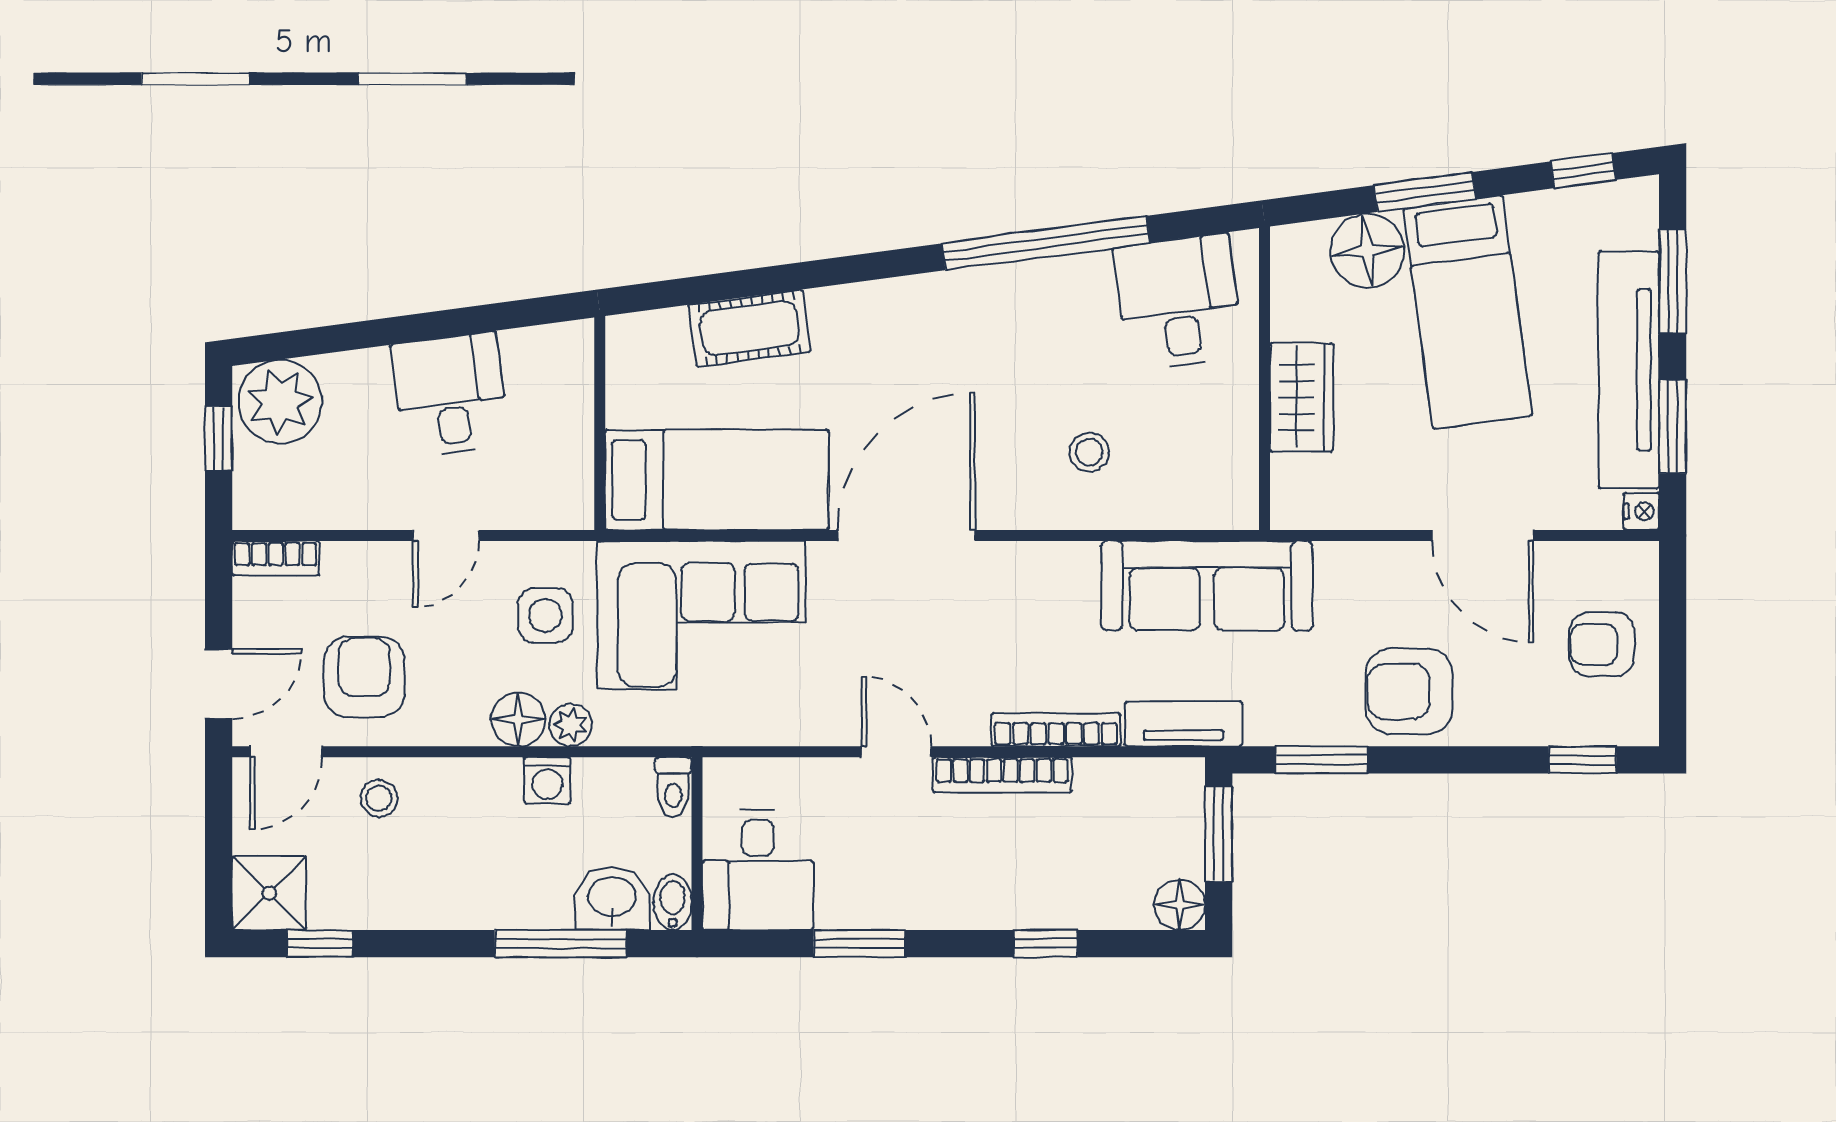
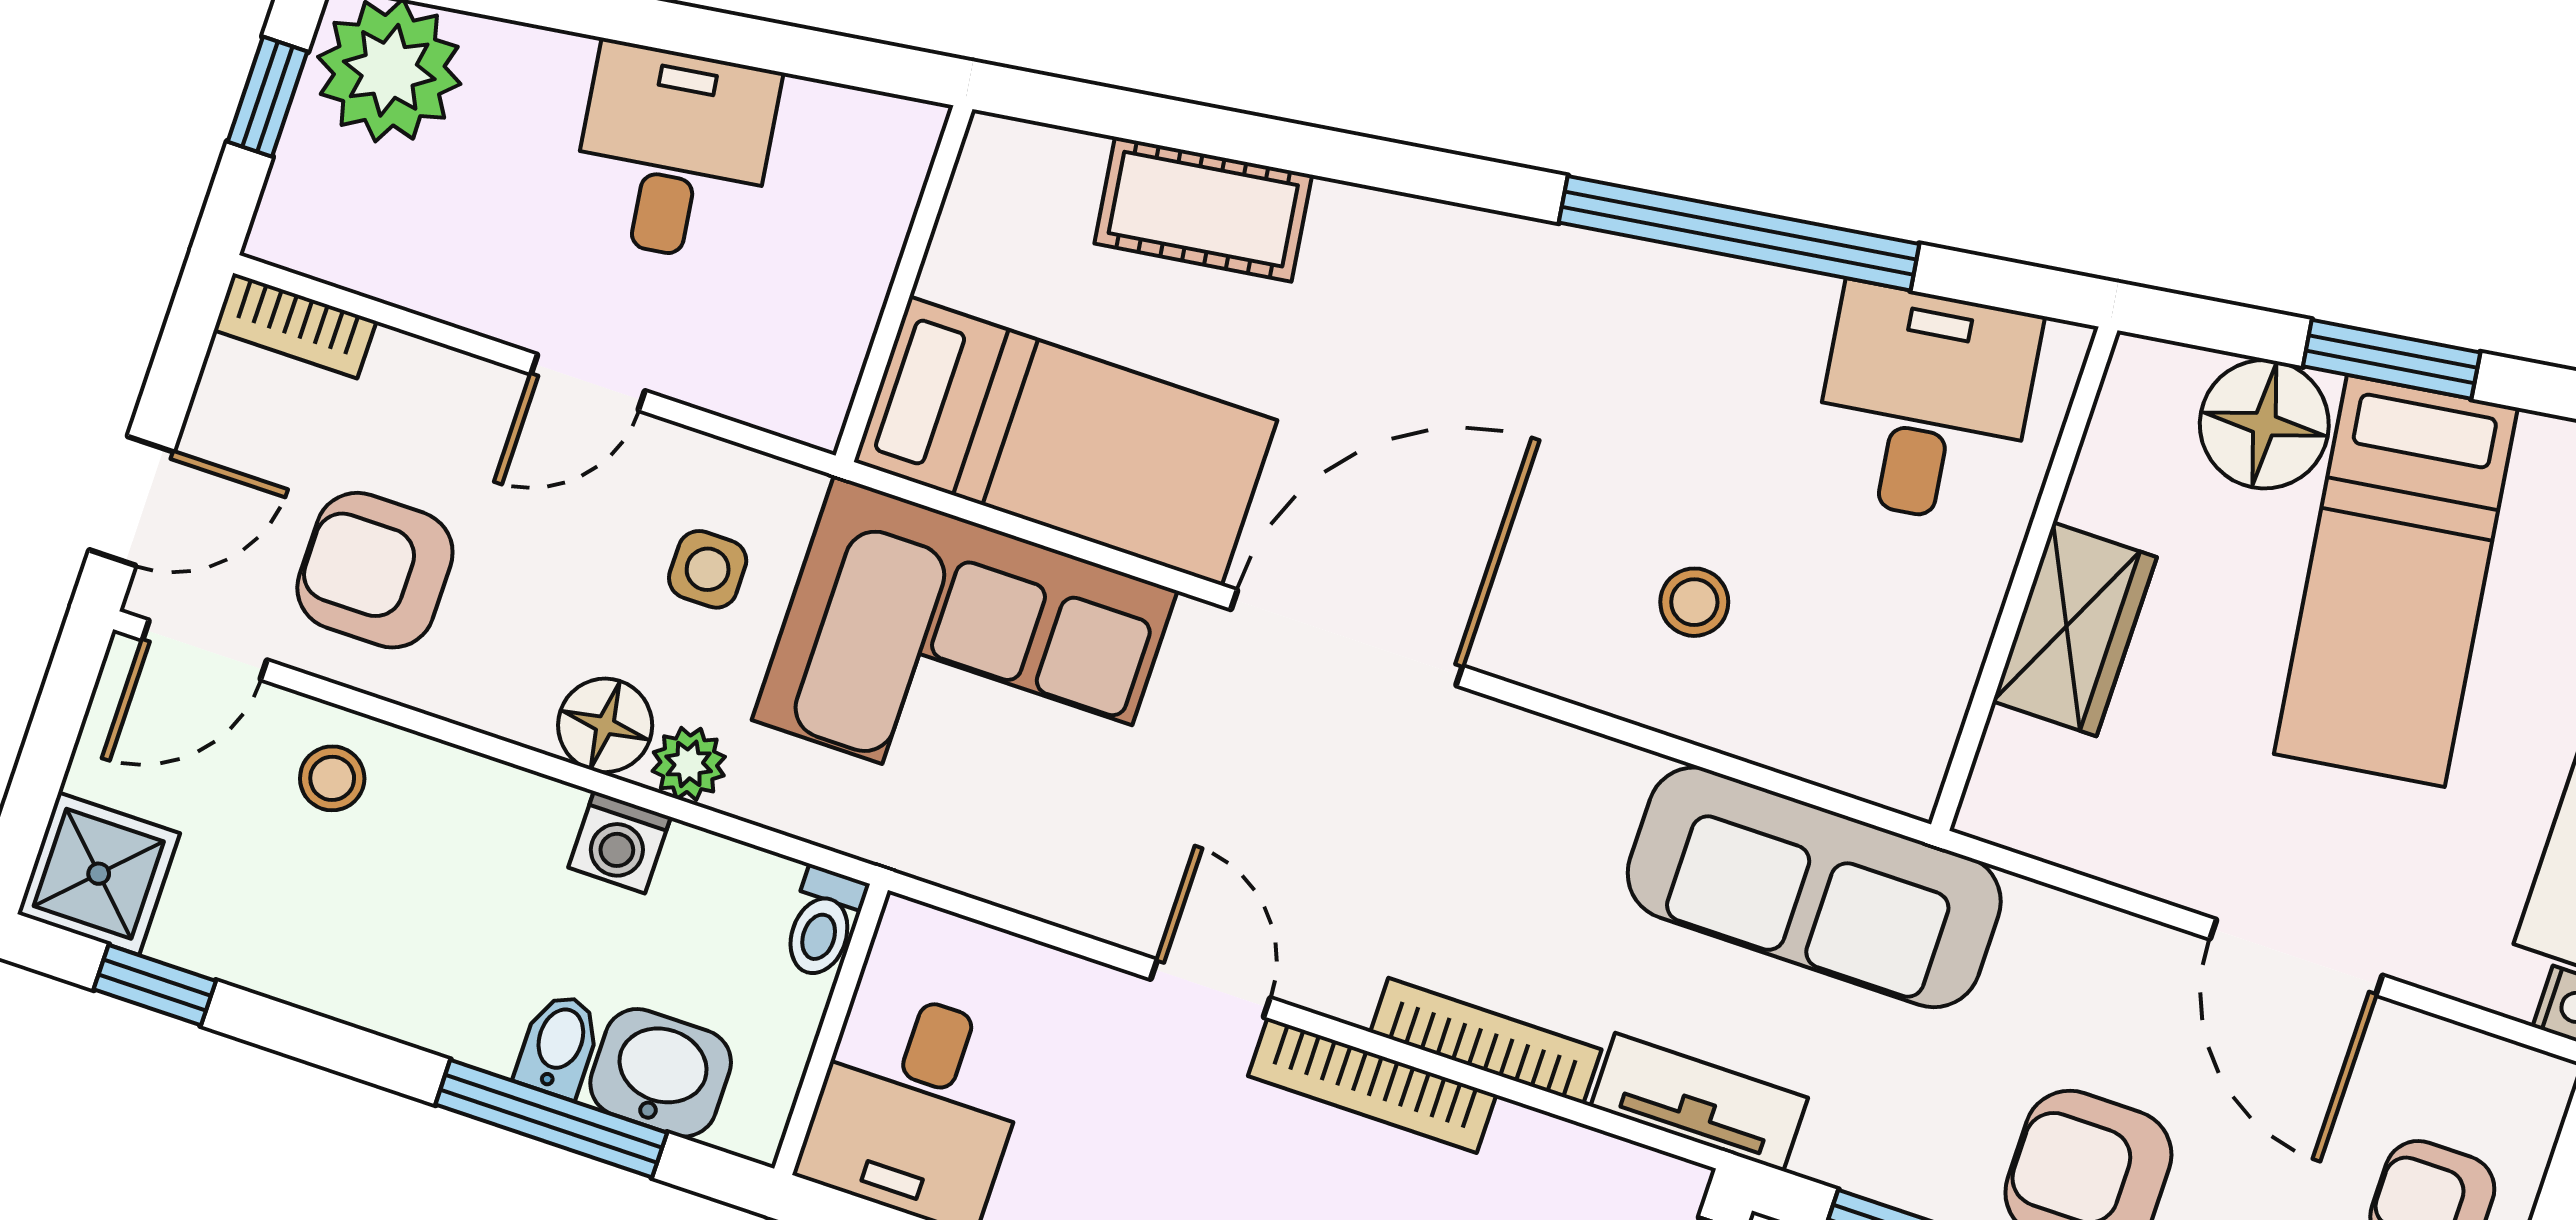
side table: (545, 615) -> (708, 569), width x0.73, depth x0.73
armchair: (364, 677) -> (375, 570), turned -90
bidet: (673, 902) -> (559, 1045), moved

